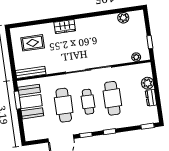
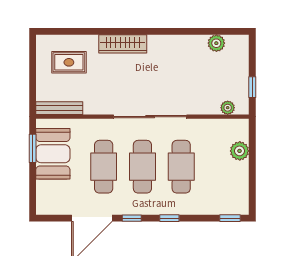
wardrobe: (65, 26) -> (123, 44), width x1.50
dresser: (151, 98) -> (242, 174), removed
cafe table: (88, 102) -> (142, 167), width x1.37, depth x1.35

